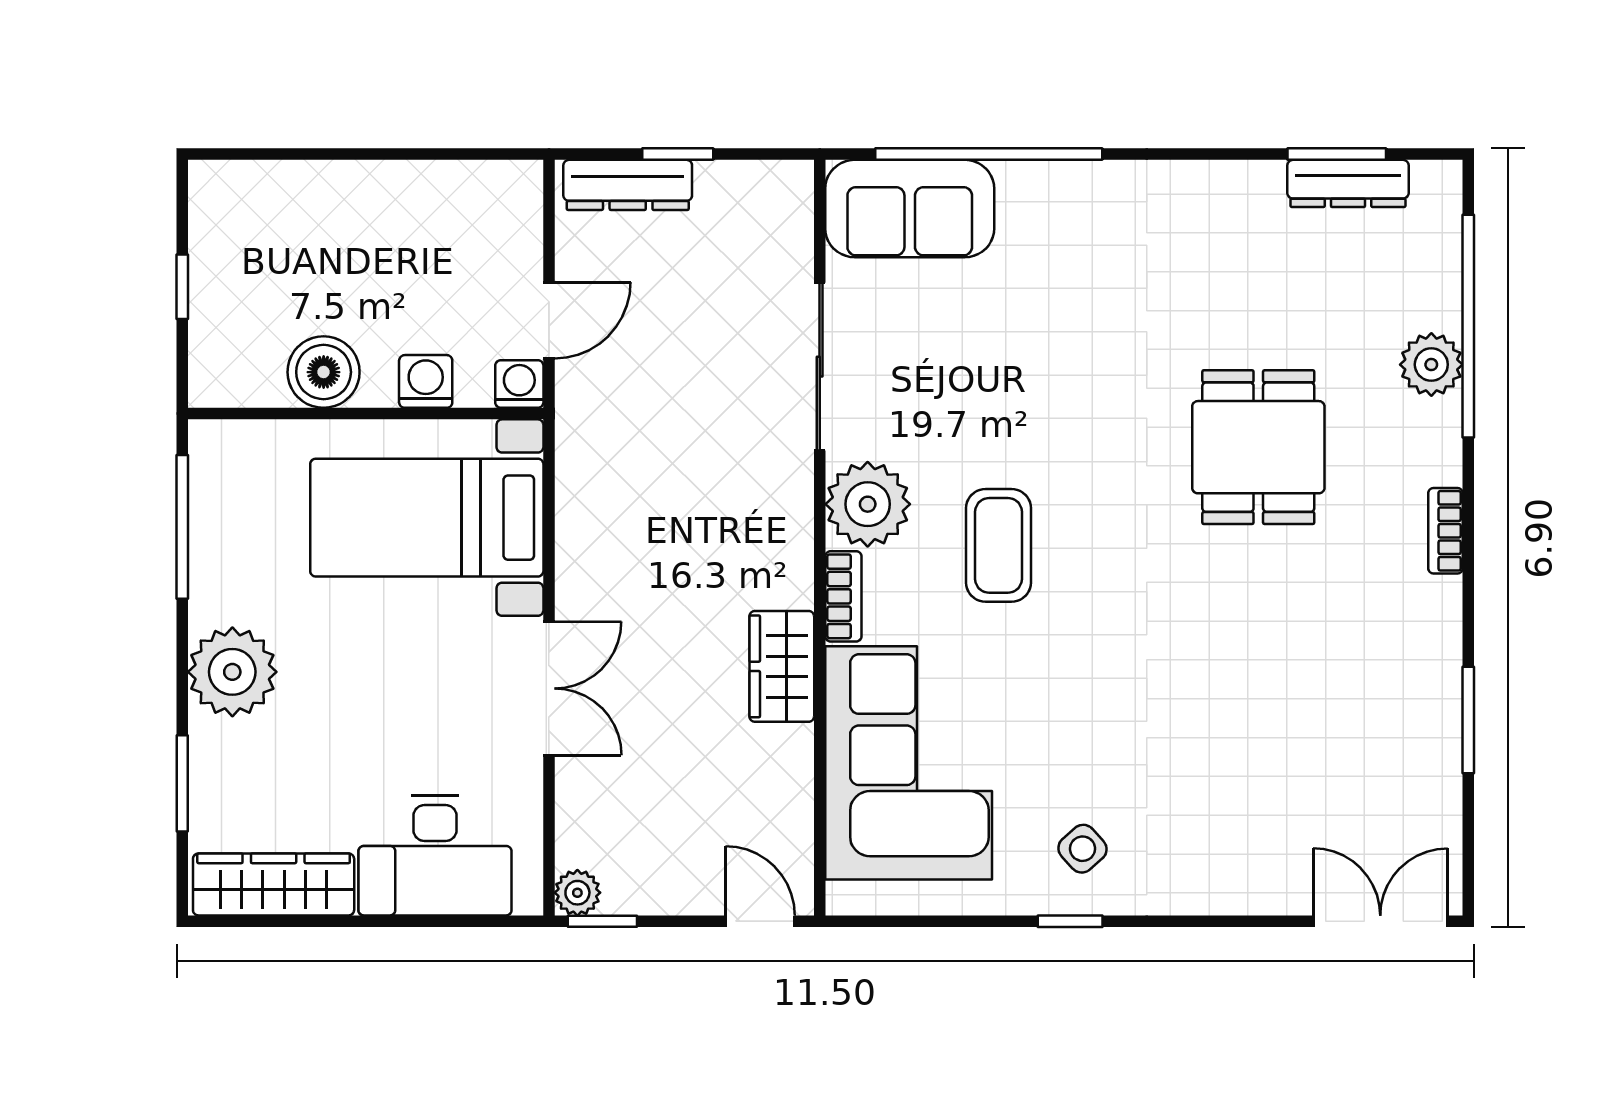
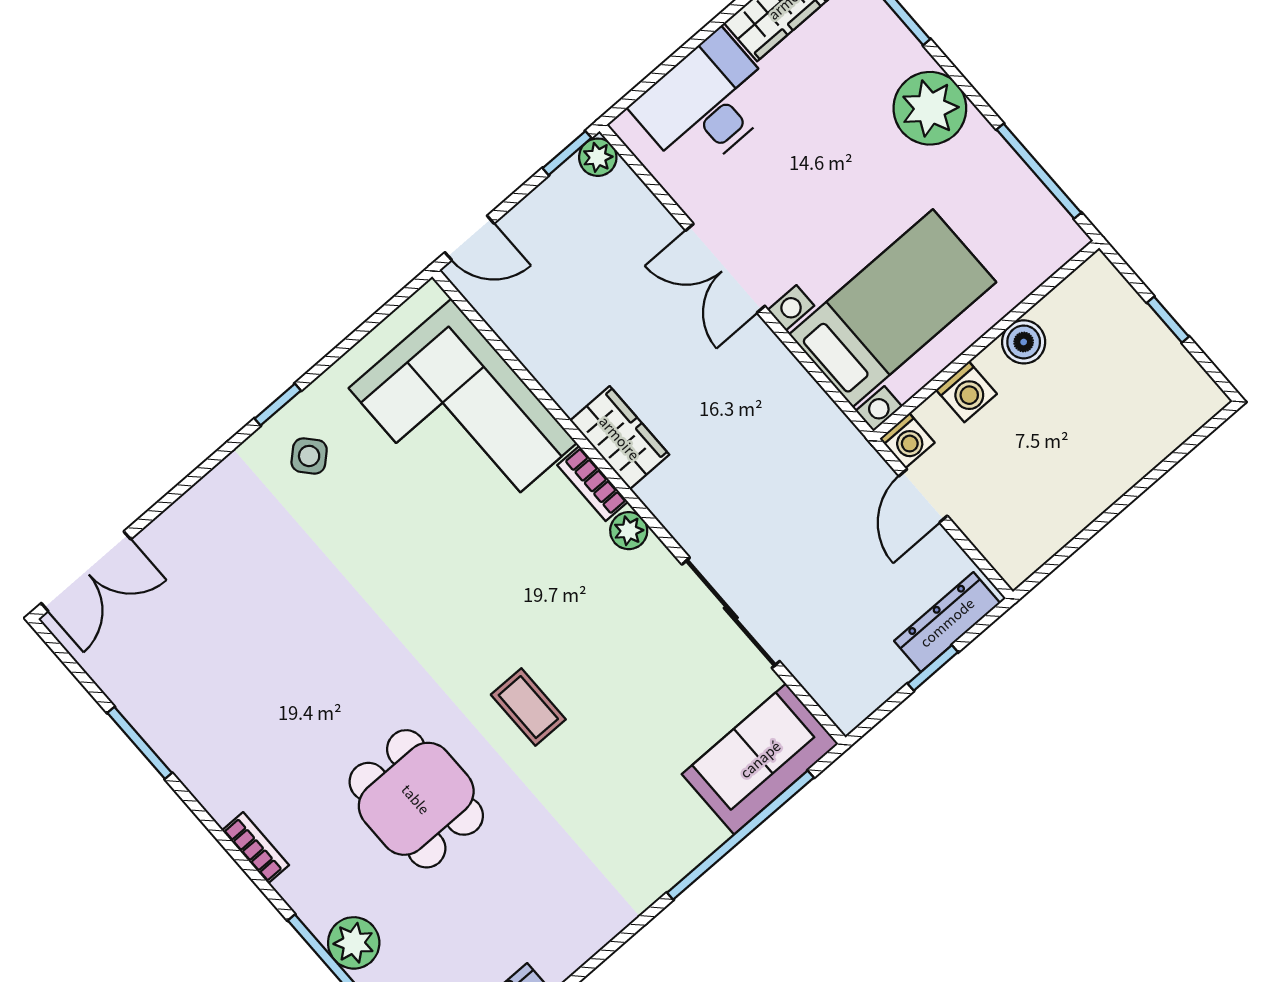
boiler: (324, 372) -> (1024, 342), width x0.73, depth x0.73
plant: (868, 504) -> (629, 531), width x0.53, depth x0.53
coffee table: (998, 545) -> (528, 707), moved, width x0.73, depth x0.77
wardrobe: (782, 666) -> (620, 438), moved

